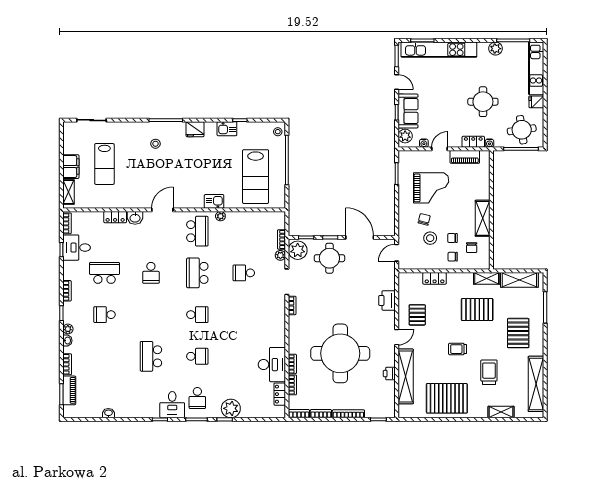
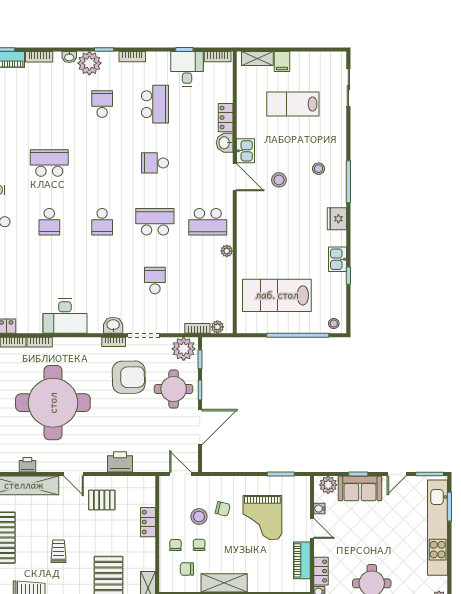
filing cabinet: (71, 167) -> (282, 61), width x0.50
stool: (164, 175) -> (279, 180), added
kitchen sink: (214, 201) -> (245, 151), moved
plant: (280, 255) -> (217, 327), moved
armchair: (320, 294) -> (129, 377), added
washbasin: (279, 306) -> (113, 325), added
plant: (68, 329) -> (89, 63), width x1.87, depth x1.87
desk: (272, 365) -> (65, 316), moved

